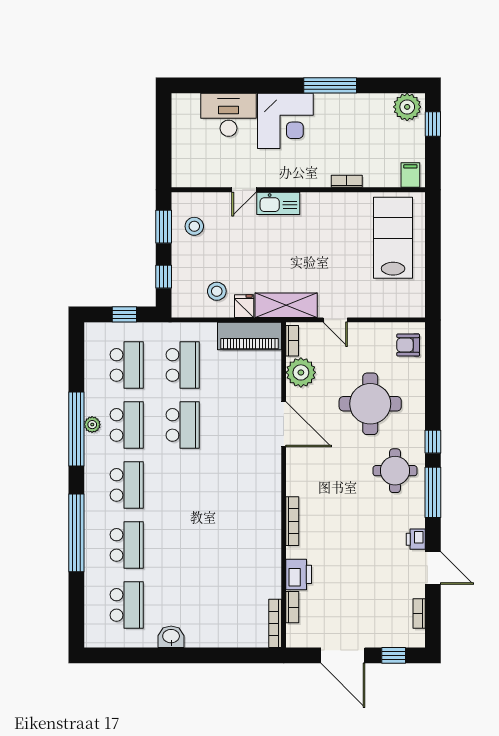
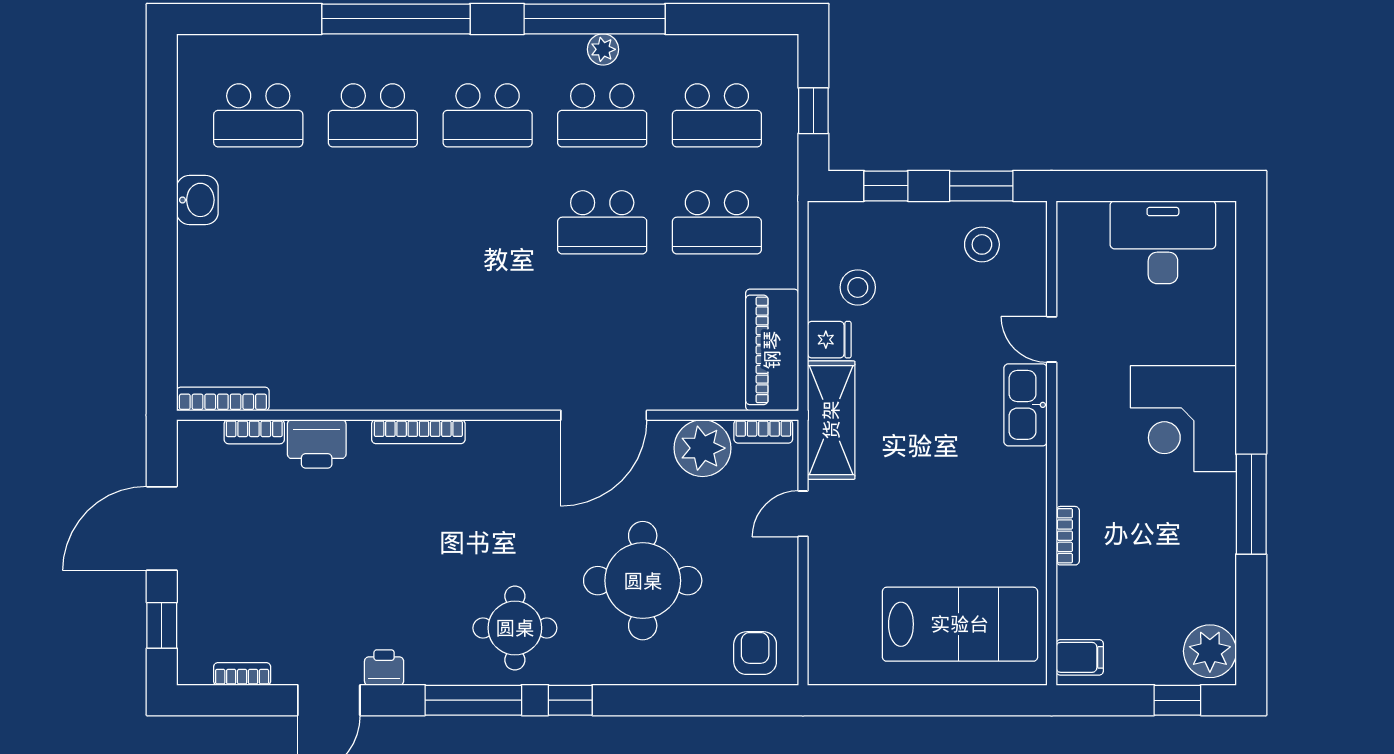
desk: (229, 115) -> (1163, 242), moved, turned -90

